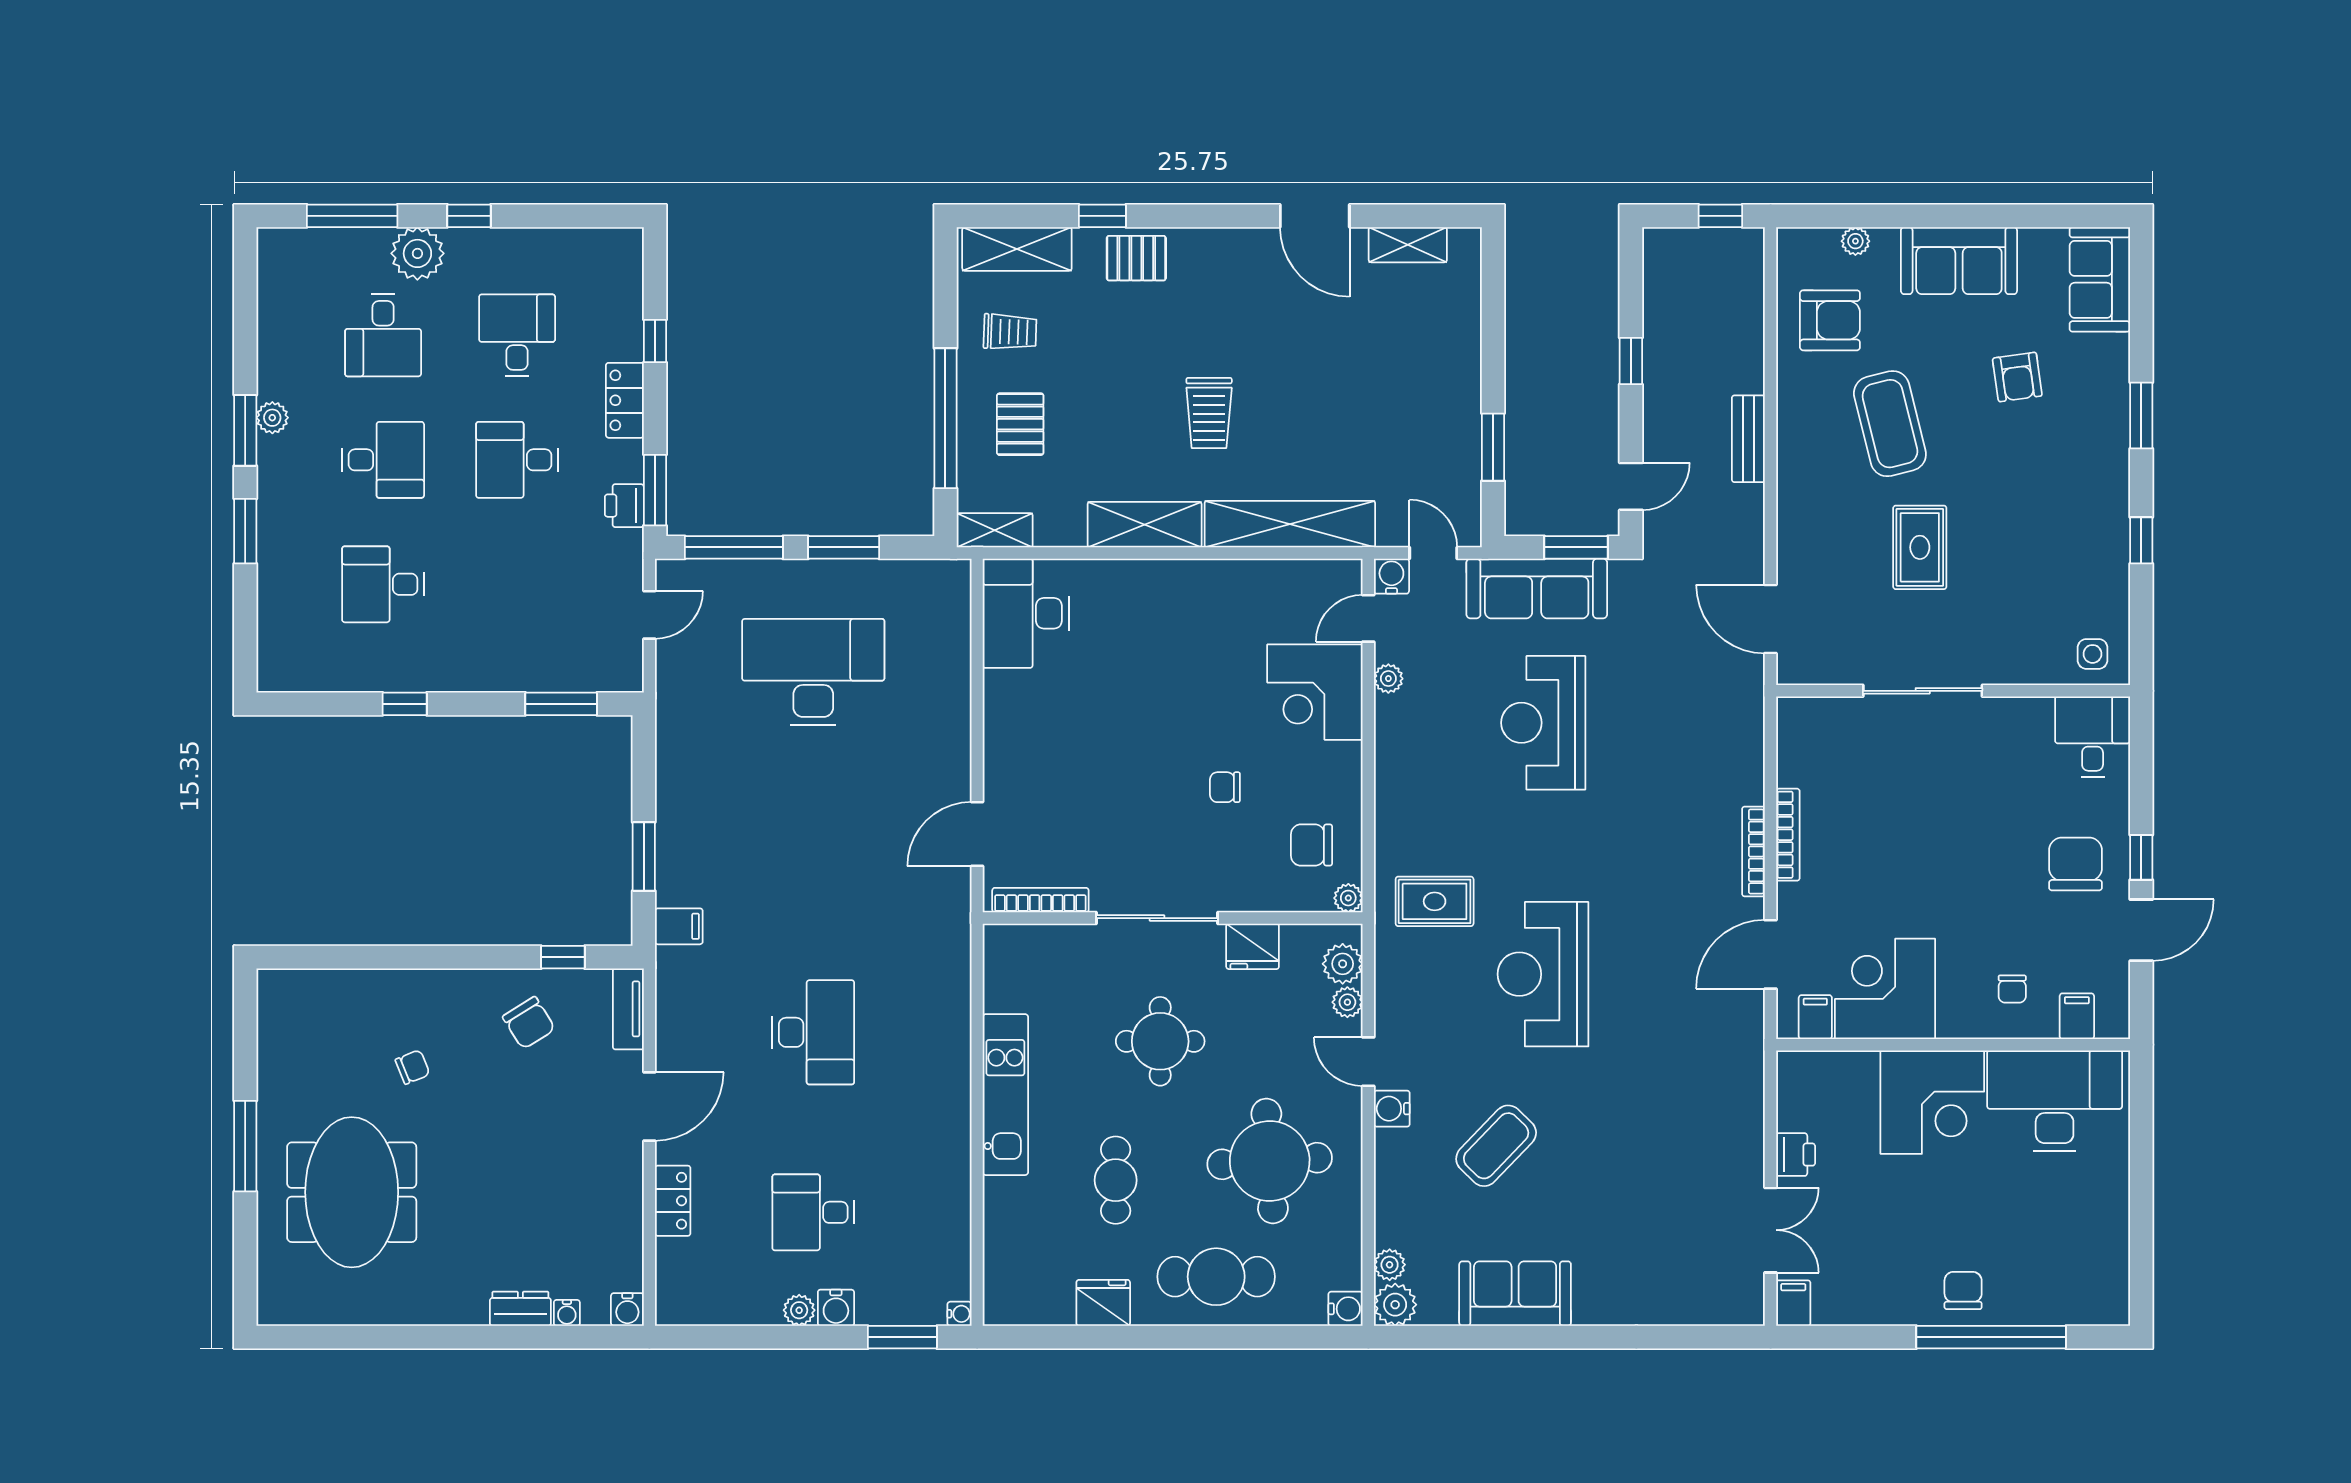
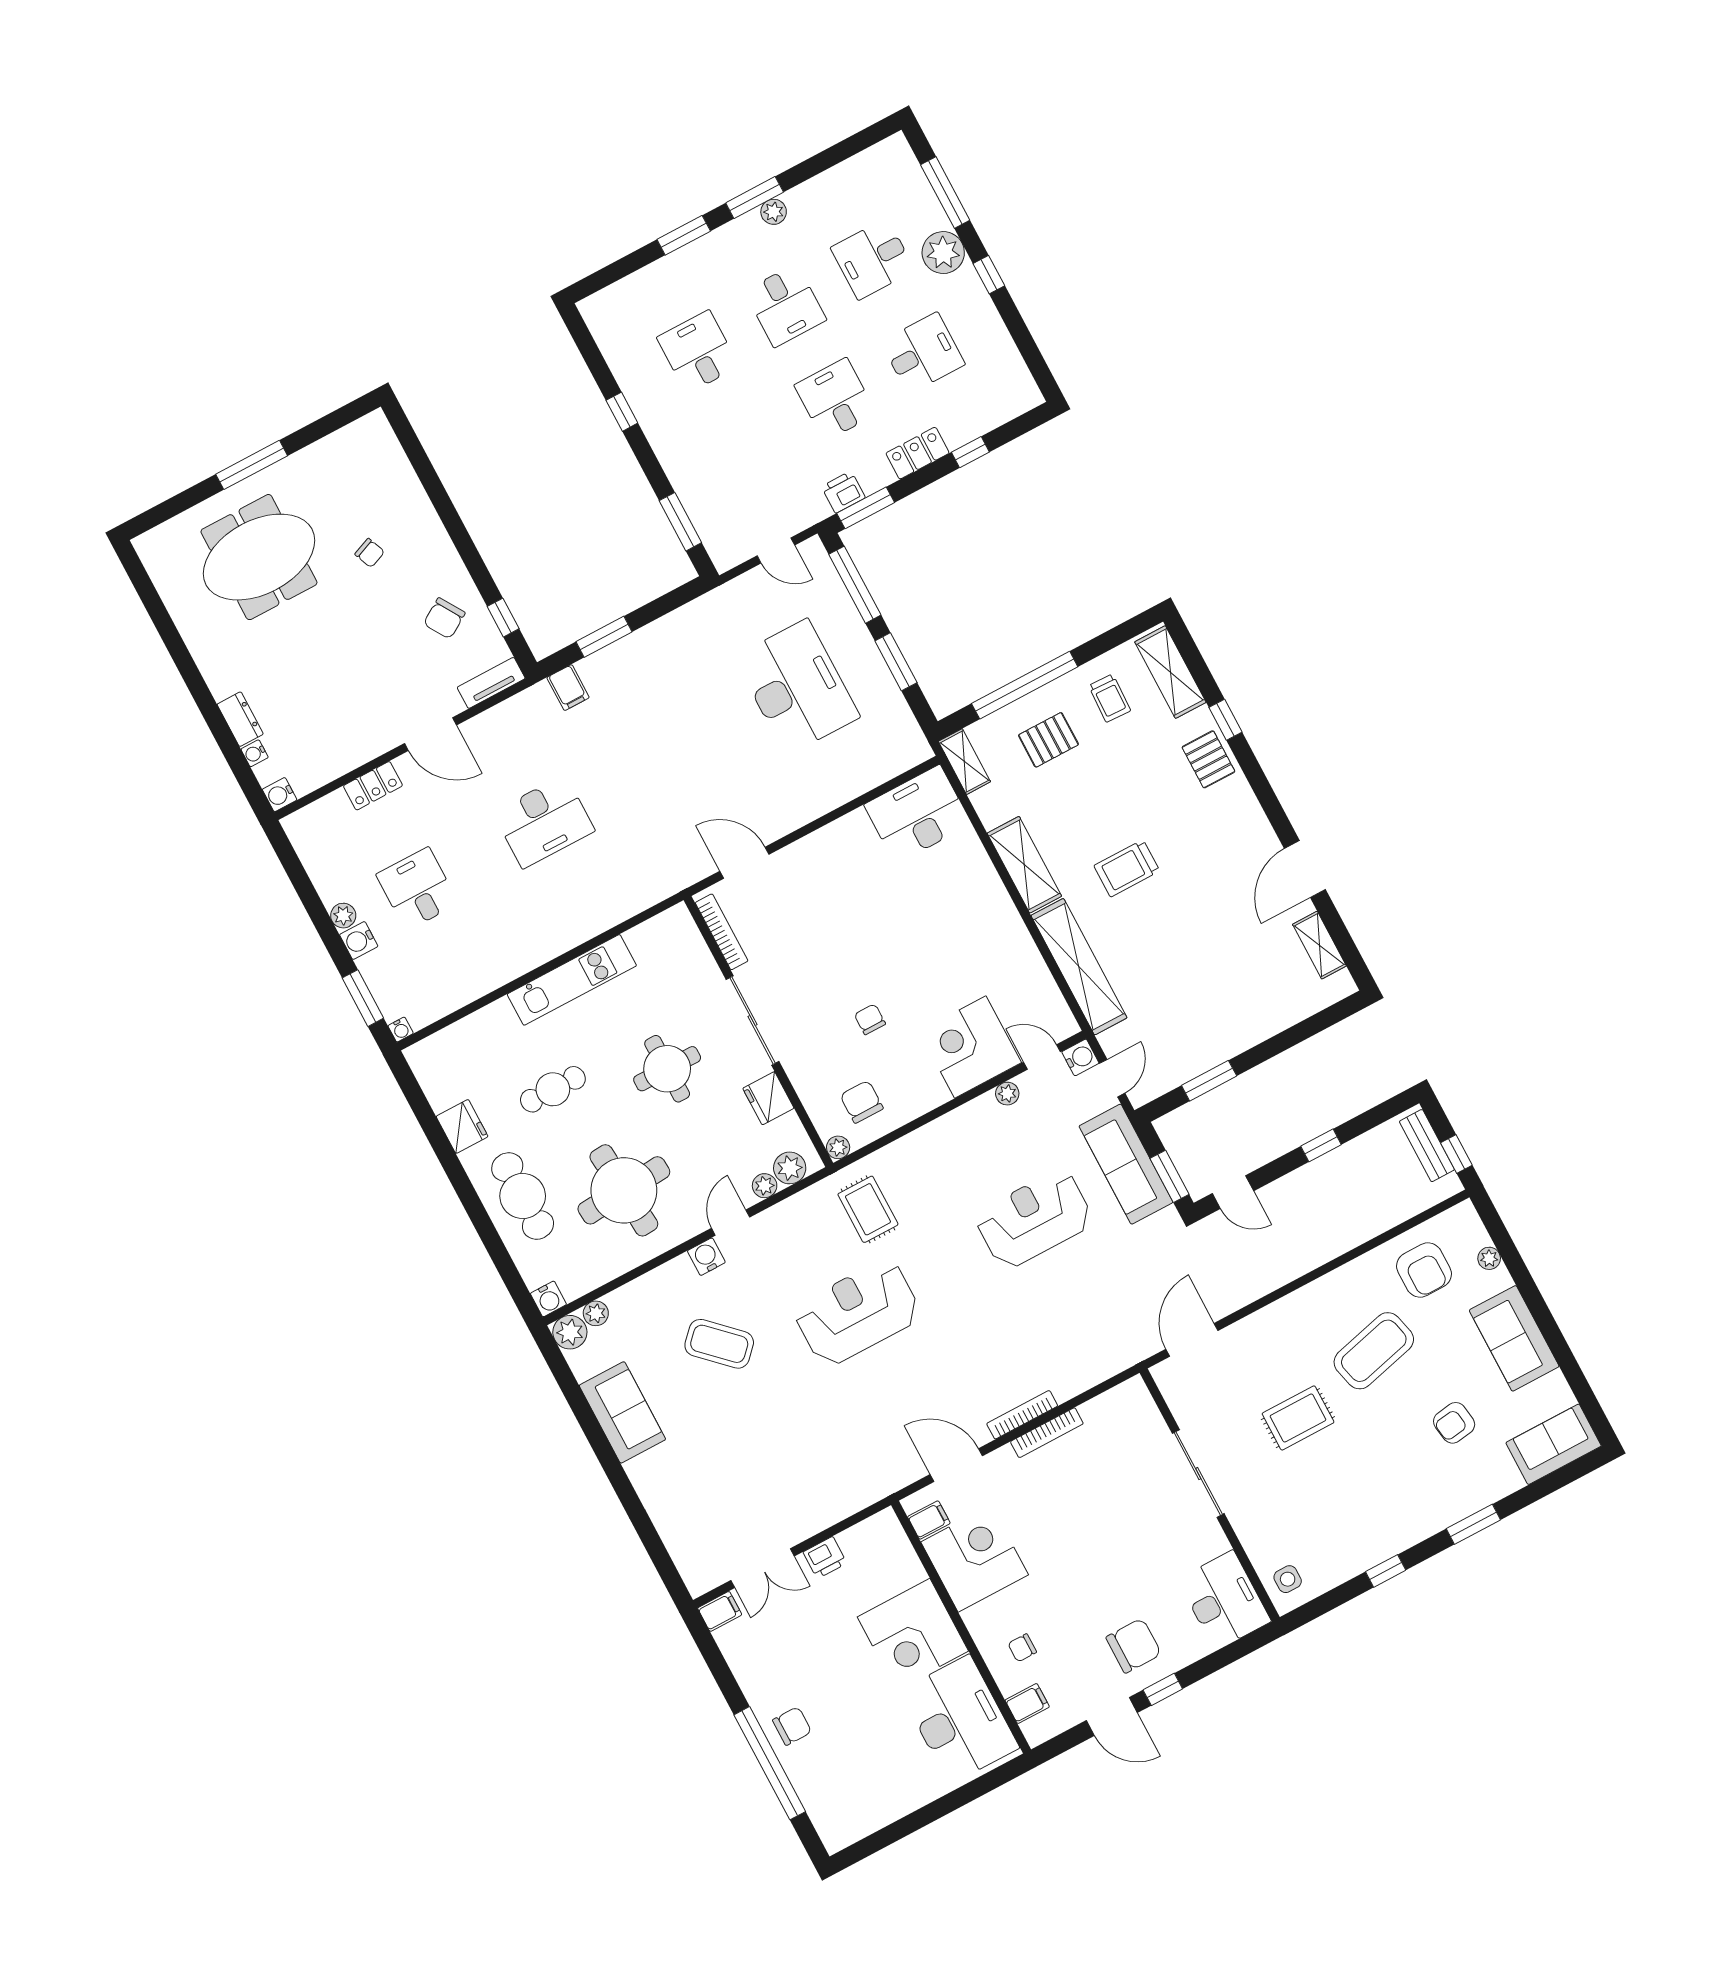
bench: (1748, 439) -> (1427, 1146), moved, turned 90
desk: (2093, 737) -> (1224, 1600), width x1.37

